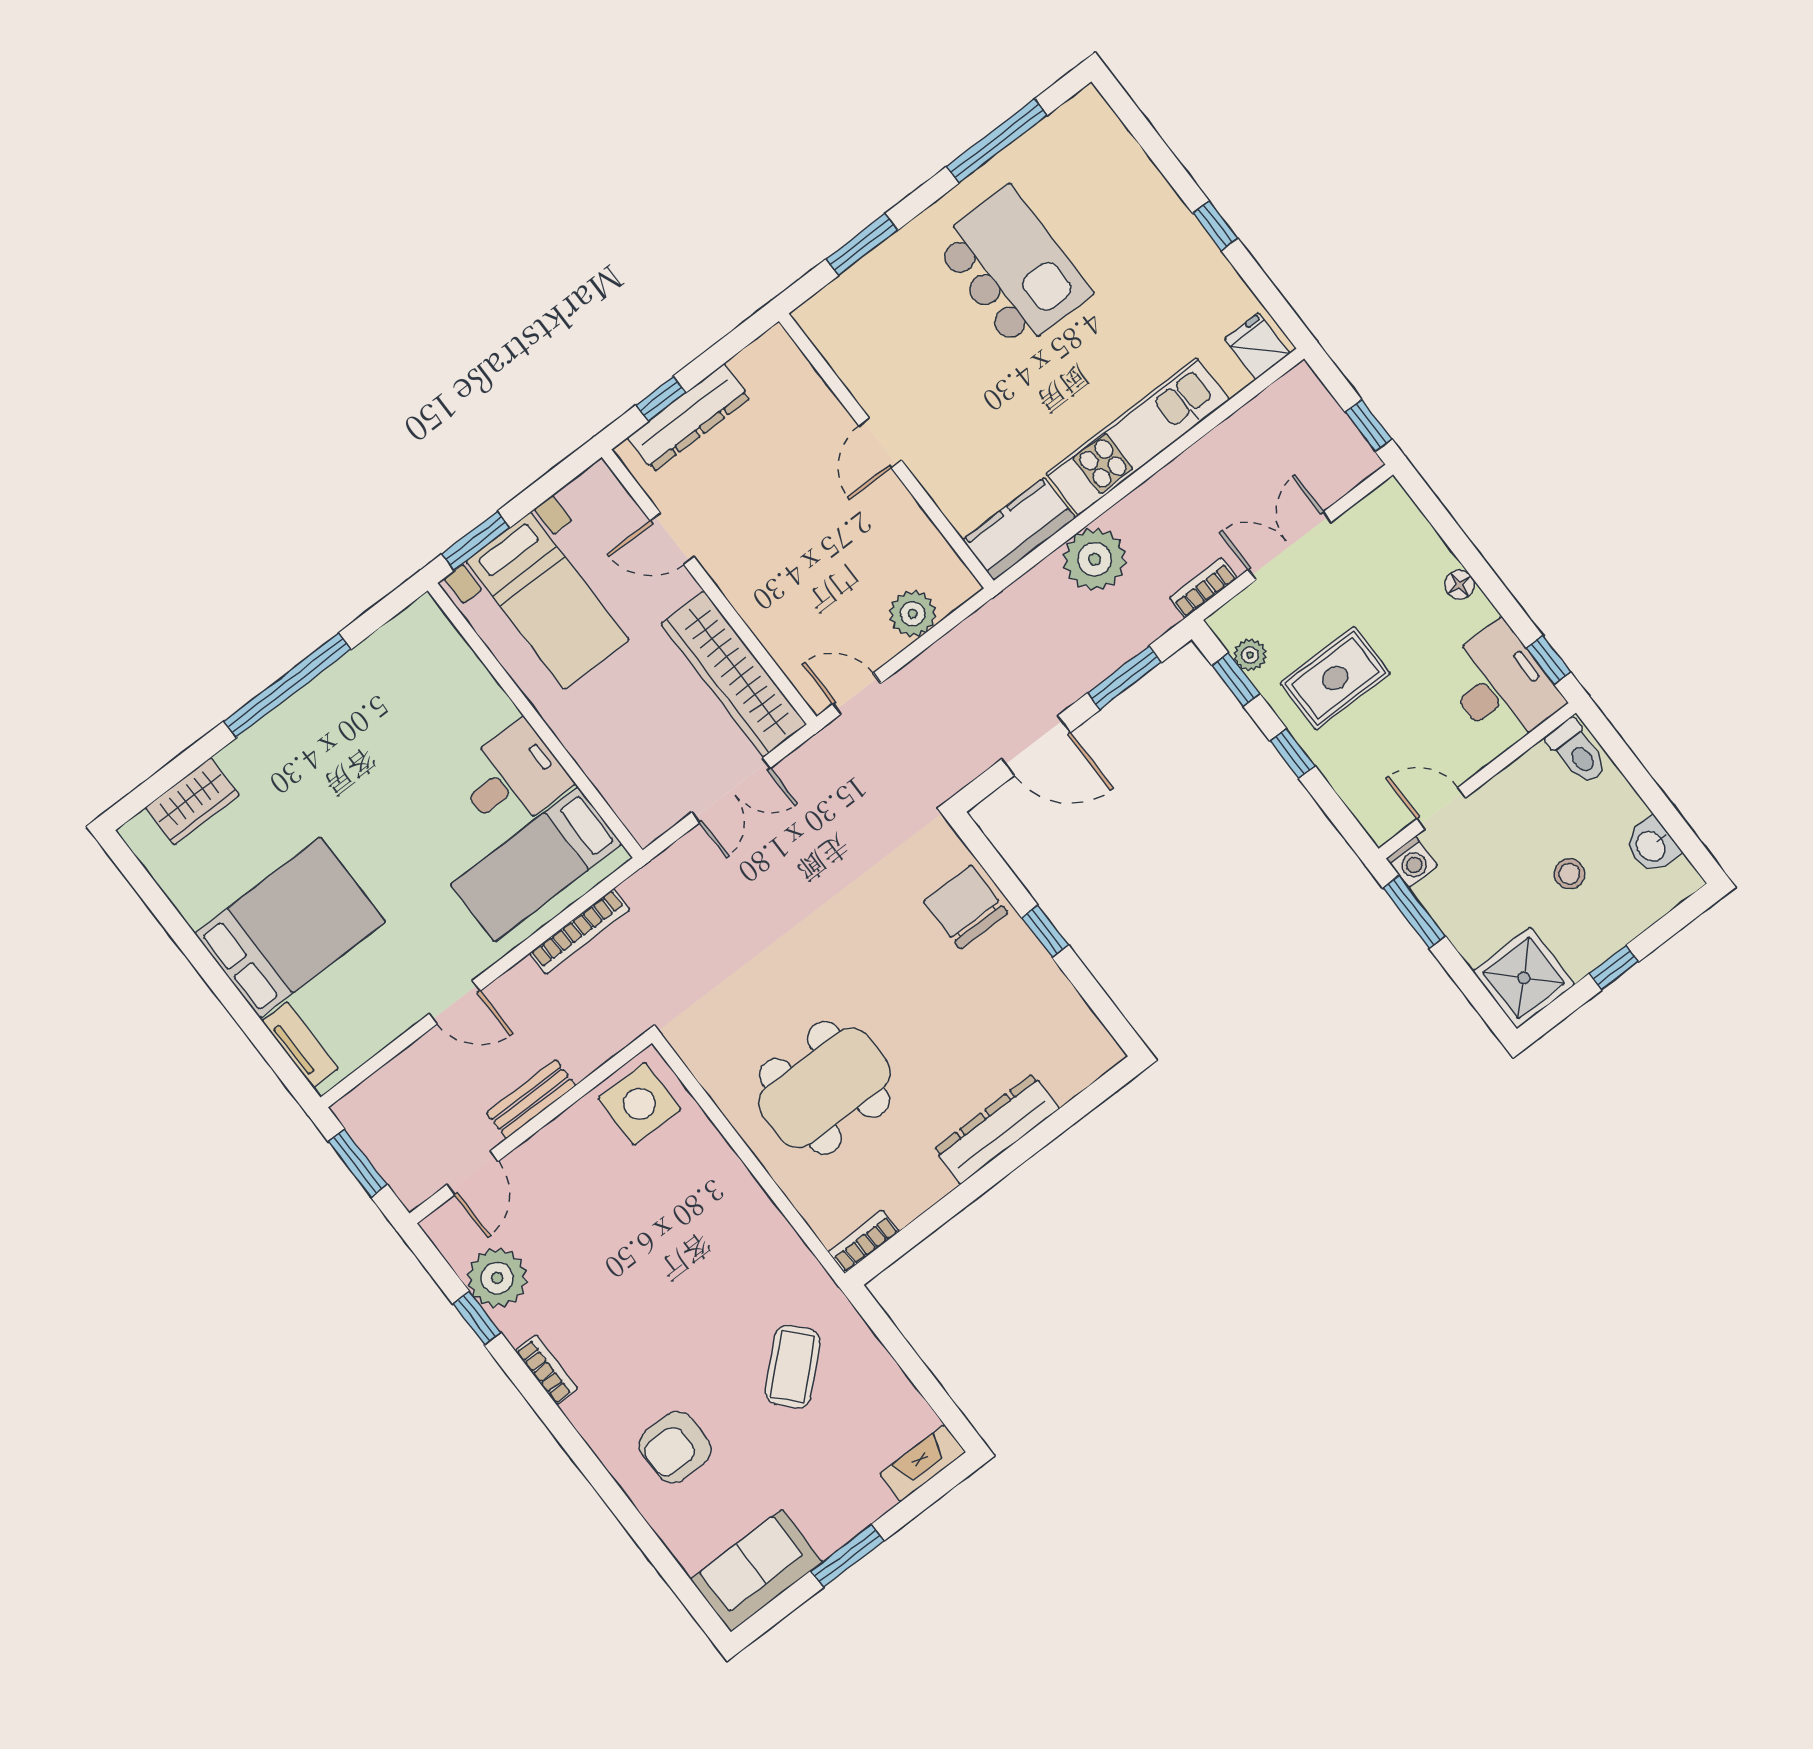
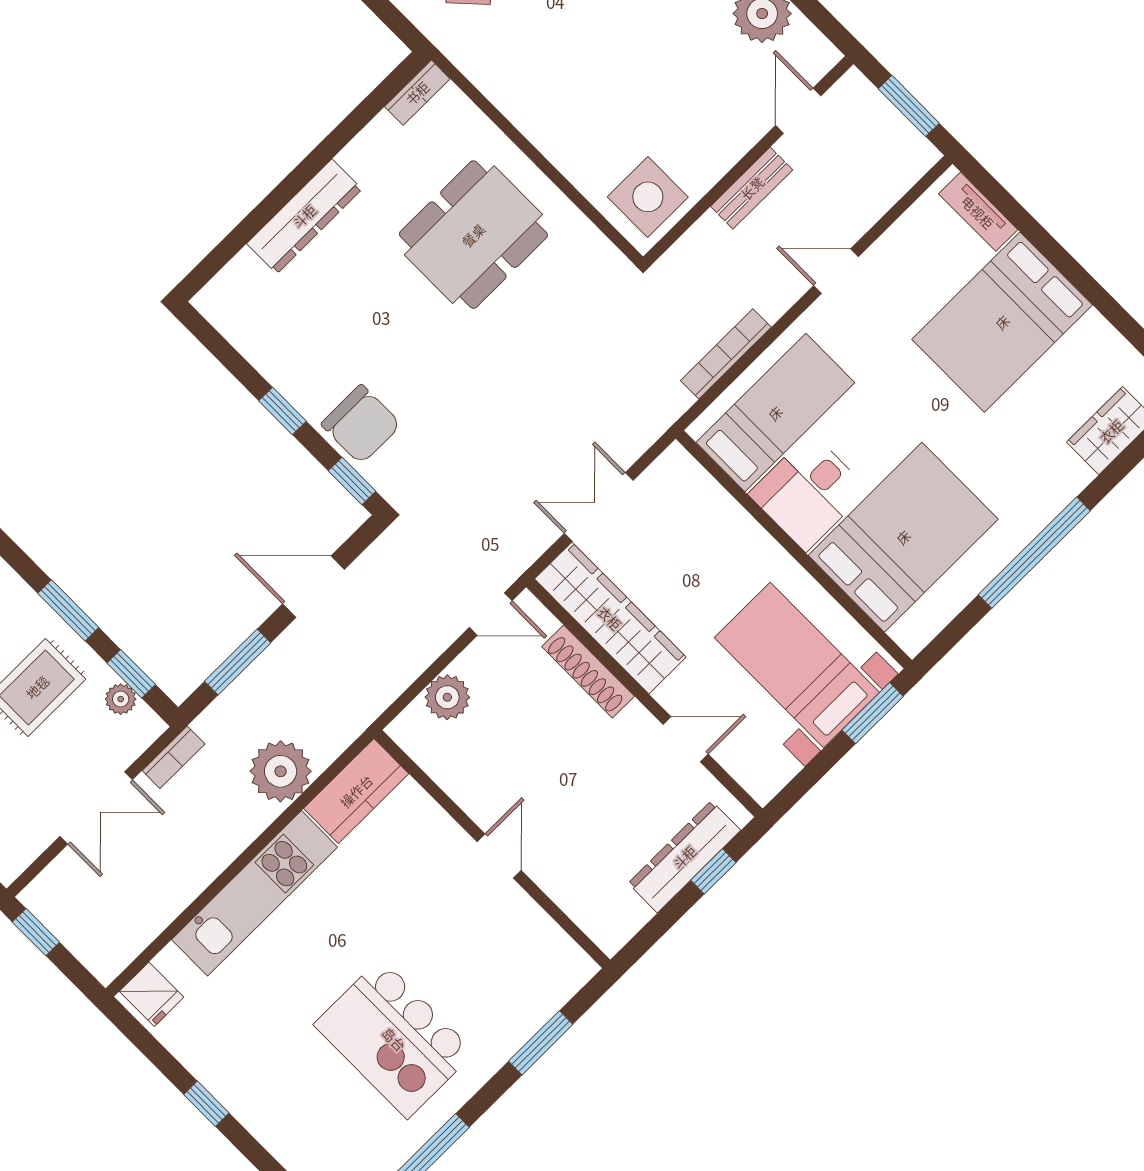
shoe rack: (764, 622) -> (588, 671), added
bed: (421, 719) -> (903, 537), added
window: (1293, 753) -> (68, 610), width x1.50
window: (982, 850) -> (352, 481), added

